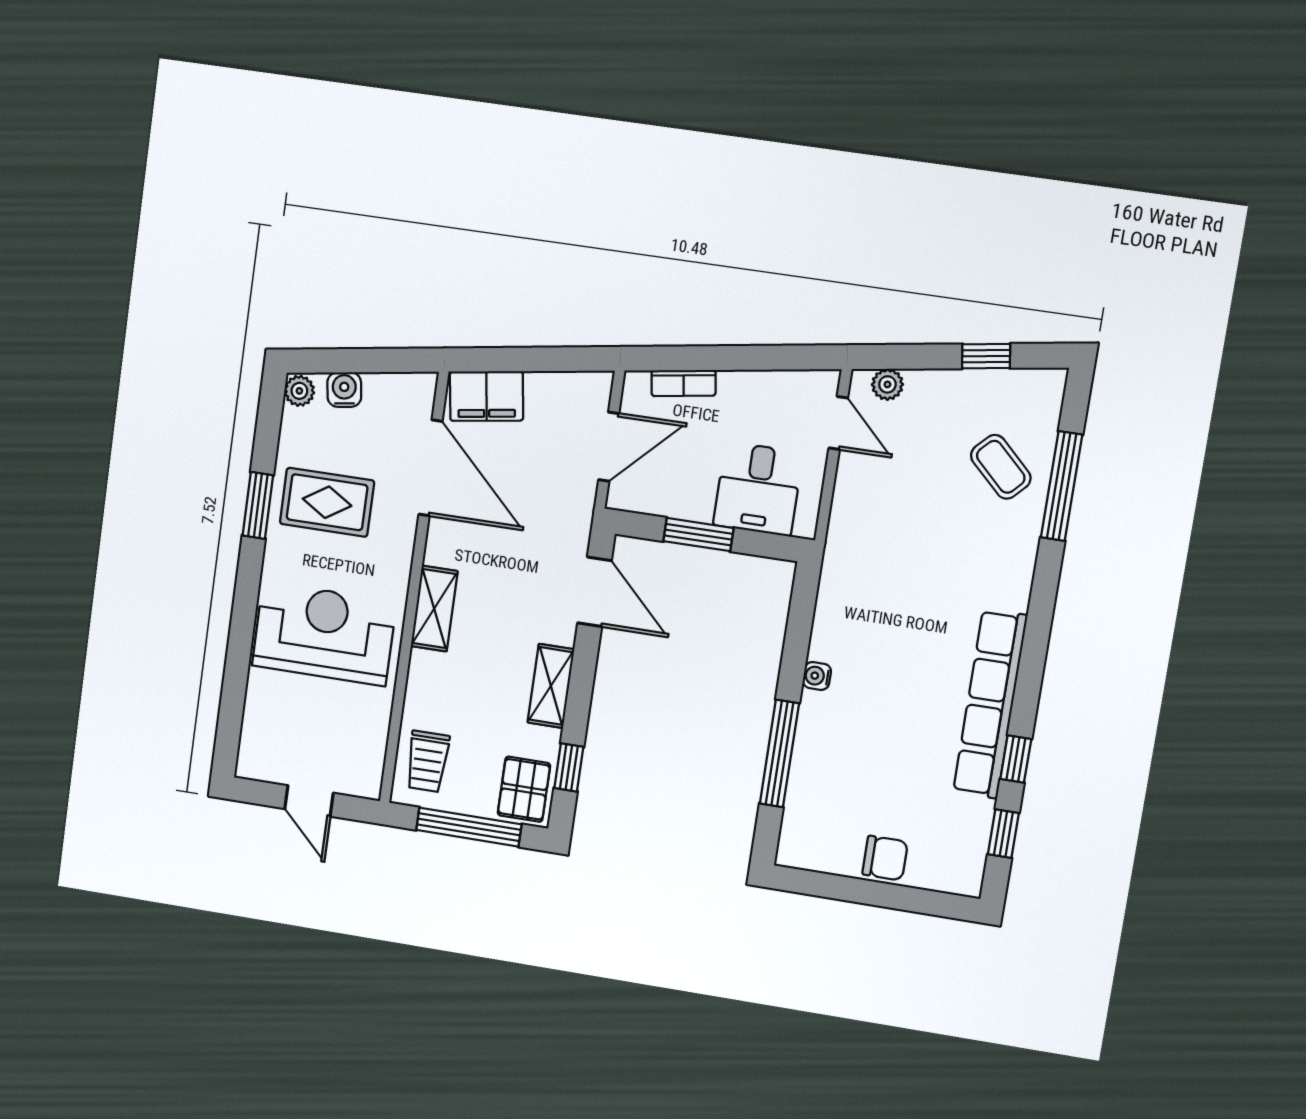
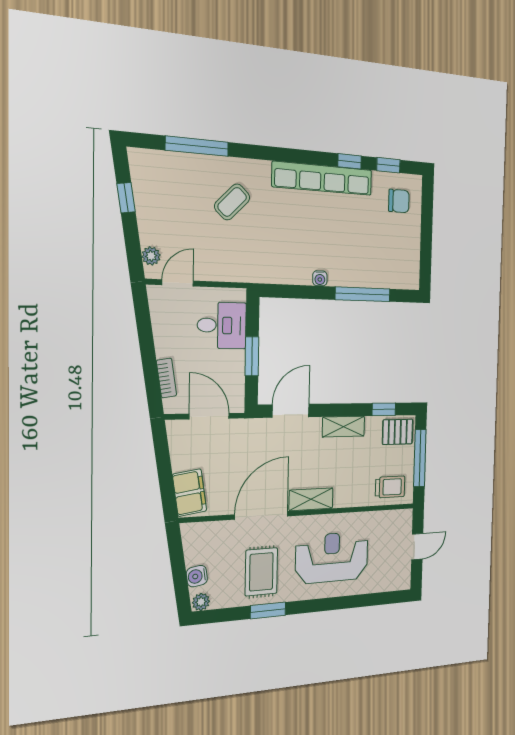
coffee table: (1001, 467) -> (232, 202), moved
door: (431, 468) -> (261, 515), moved
reception desk: (324, 634) -> (332, 558), turned 90
chair: (885, 858) -> (399, 201), moved, turned 90

